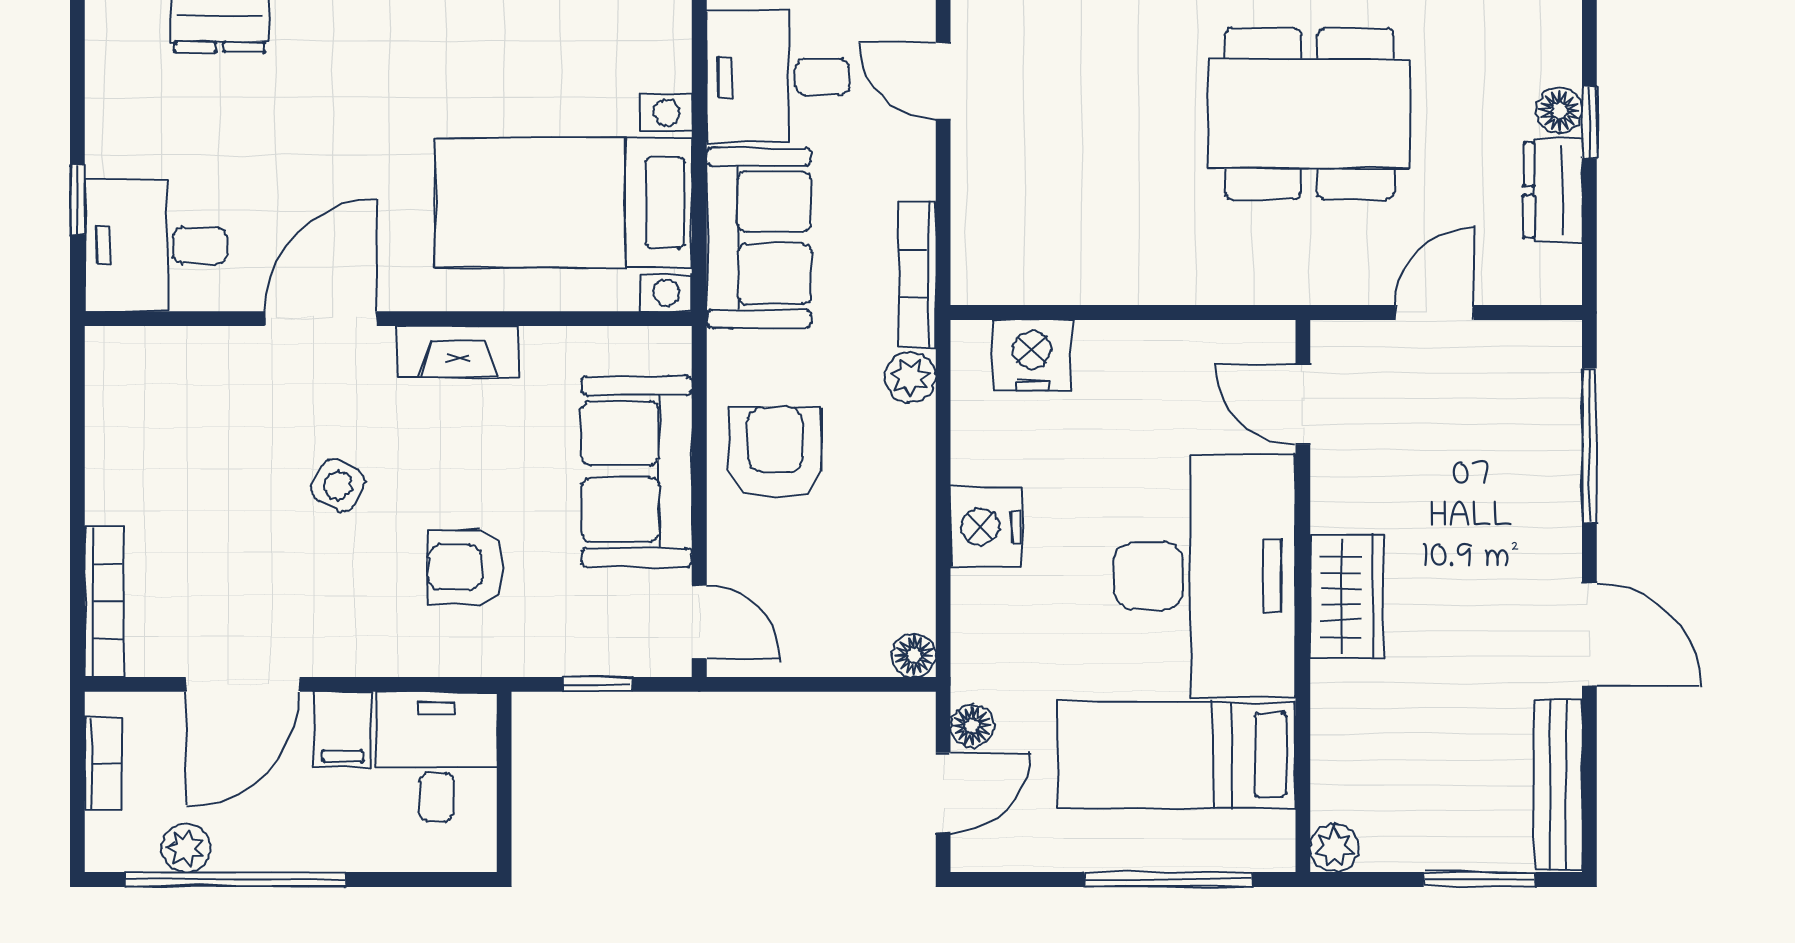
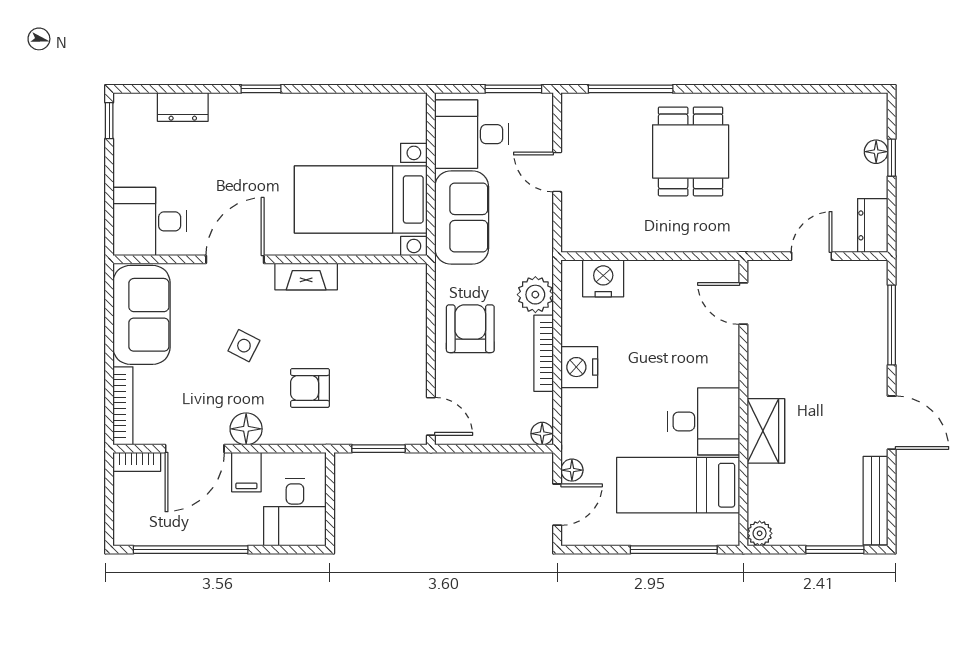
door: (943, 81) -> (557, 172), moved
dining table: (1309, 114) -> (691, 151), moved, width x0.73
dresser: (1553, 190) -> (873, 225), moved
window: (77, 200) -> (109, 121), moved
bookcase: (917, 273) -> (544, 353), moved
plant: (910, 377) -> (535, 295), width x1.38, depth x1.38
sofa: (637, 471) -> (141, 315), moved, turned 180
desk: (1205, 575) -> (703, 421), width x0.53, depth x0.77
wardrobe: (1346, 597) -> (766, 431), moved
floor lamp: (342, 646) -> (246, 429), added
window: (598, 684) -> (378, 449), width x1.50
desk: (437, 757) -> (295, 512), moved, turned 180
bookcase: (103, 764) -> (137, 462), moved, turned 90
plant: (186, 848) -> (165, 533), removed

